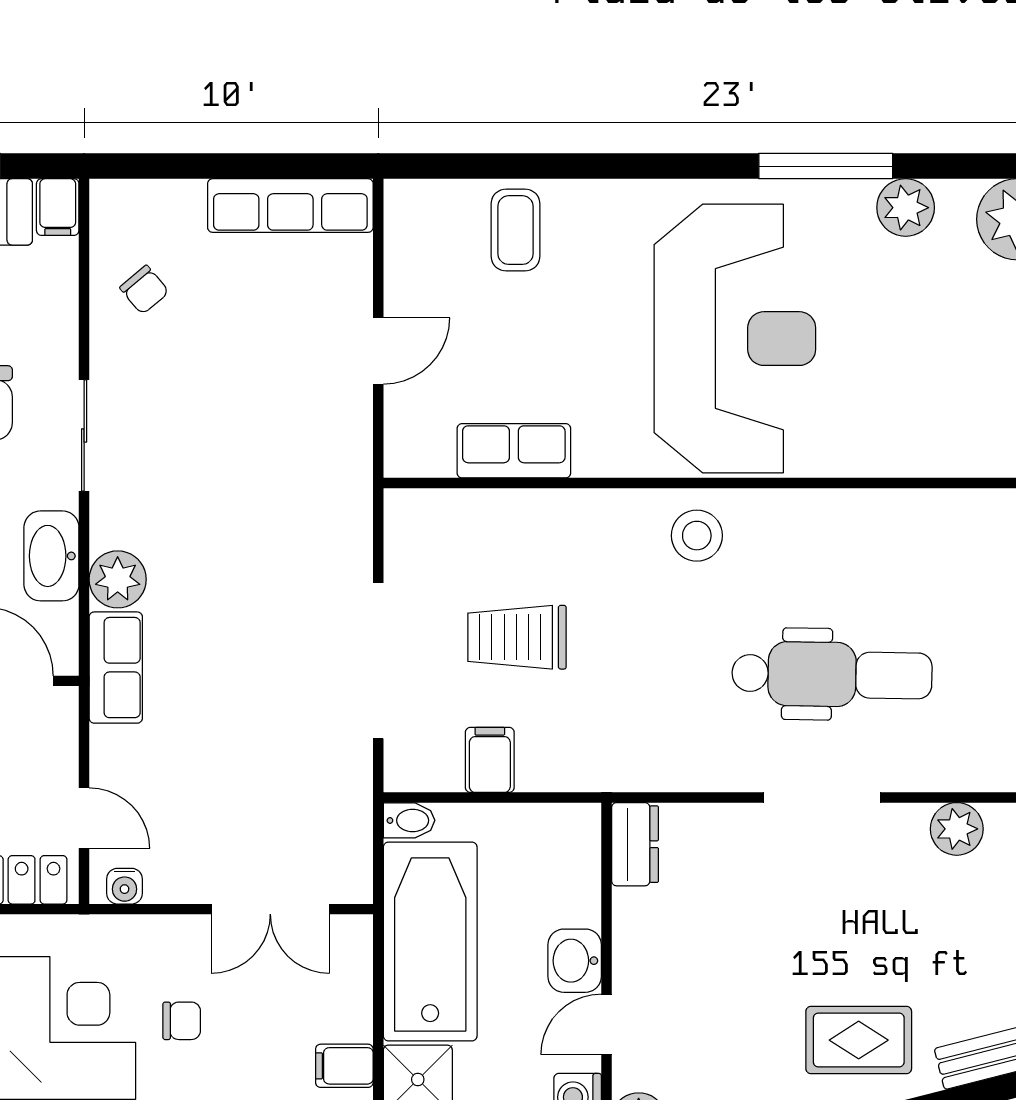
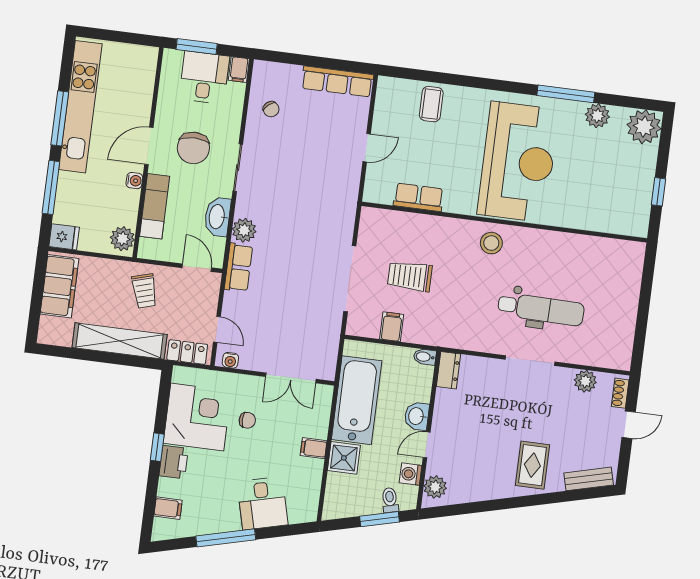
bidet: (409, 820) -> (425, 357), moved, turned 180
rug: (859, 1040) -> (532, 465), turned 90

